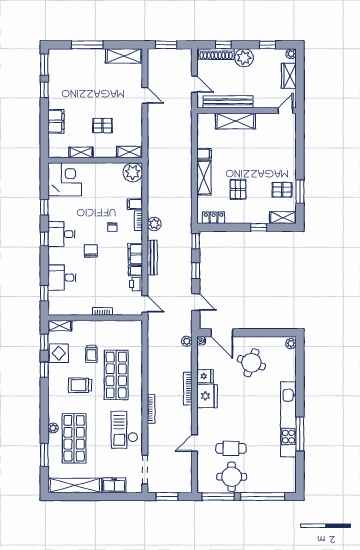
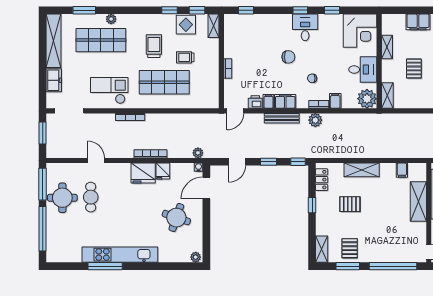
window: (300, 146) -> (393, 266), added
filing cabinet: (204, 154) -> (402, 170), moved
window: (259, 227) -> (312, 205), moved
desk: (62, 278) -> (363, 70), moved, turned 90

